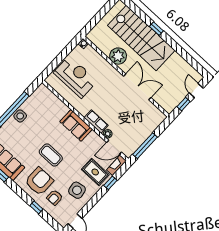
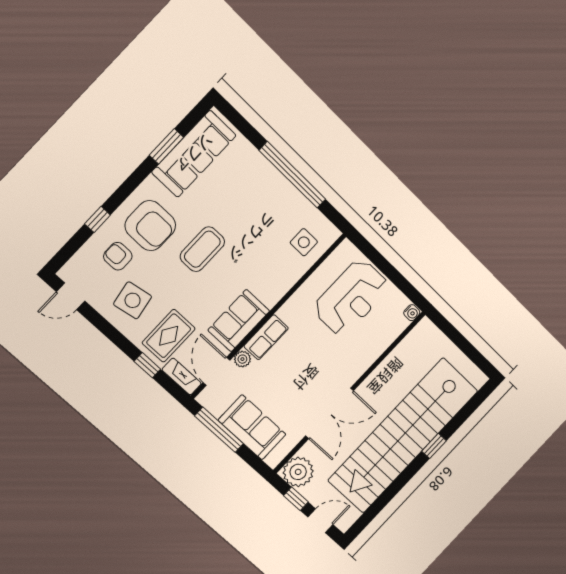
stairs: (141, 38) -> (403, 436), width x1.36
plant: (118, 56) -> (298, 472), moved
side table: (20, 116) -> (304, 242), moved
sofa: (76, 125) -> (239, 321), moved
sofa: (144, 128) -> (252, 427), added

